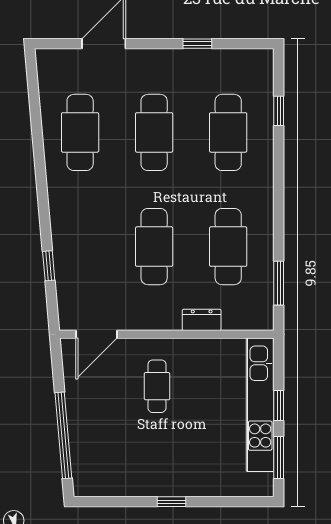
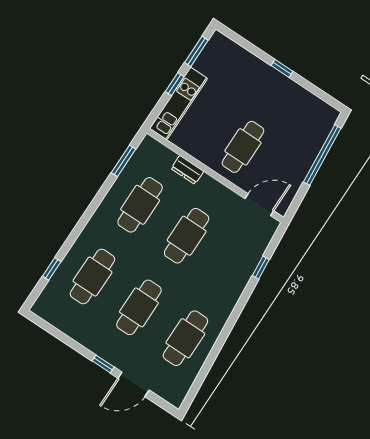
window: (197, 44) -> (103, 364), moved
cafe table: (157, 386) -> (243, 147), width x1.37, depth x1.35
kitchen unit: (260, 405) -> (179, 103), width x0.73

